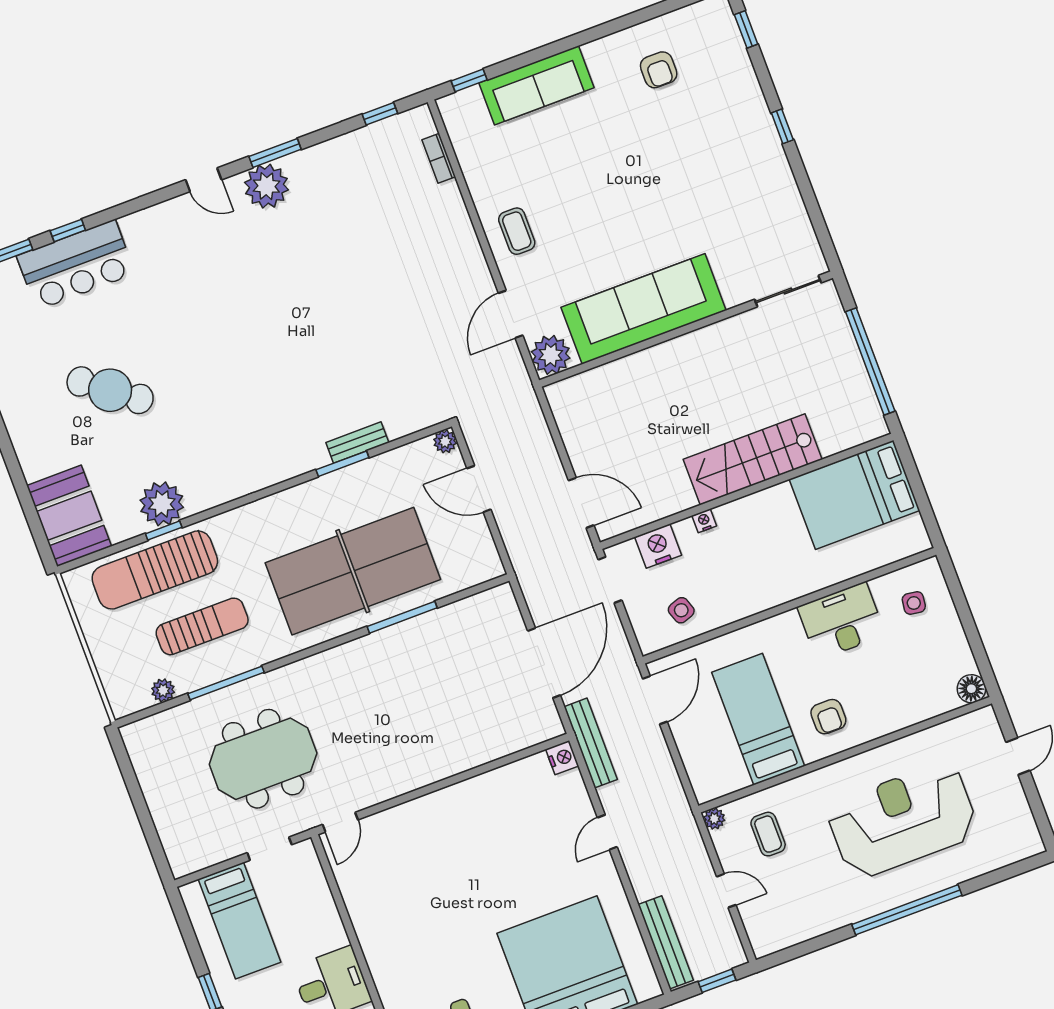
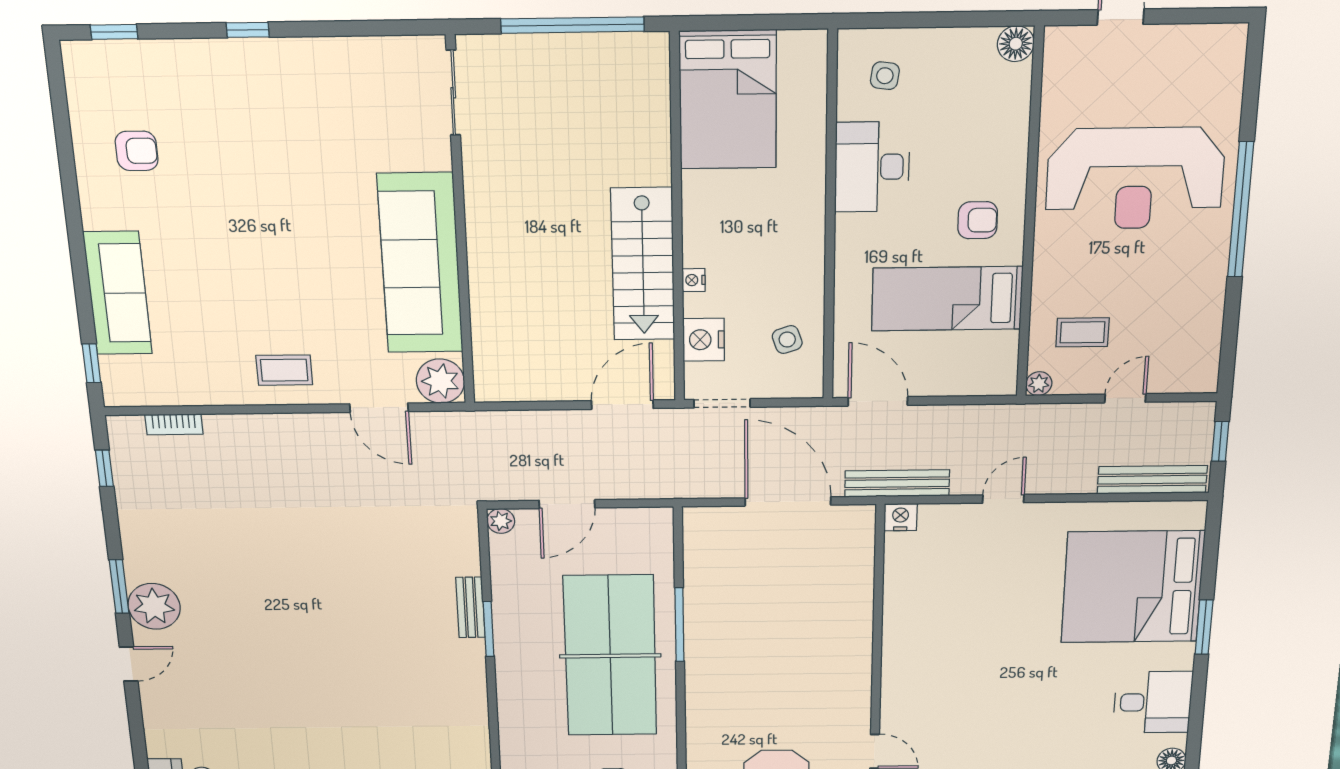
stairs: (753, 459) -> (643, 264), moved
reception desk: (903, 820) -> (1135, 178), turned -90
door: (607, 832) -> (1003, 499), swing flipped

